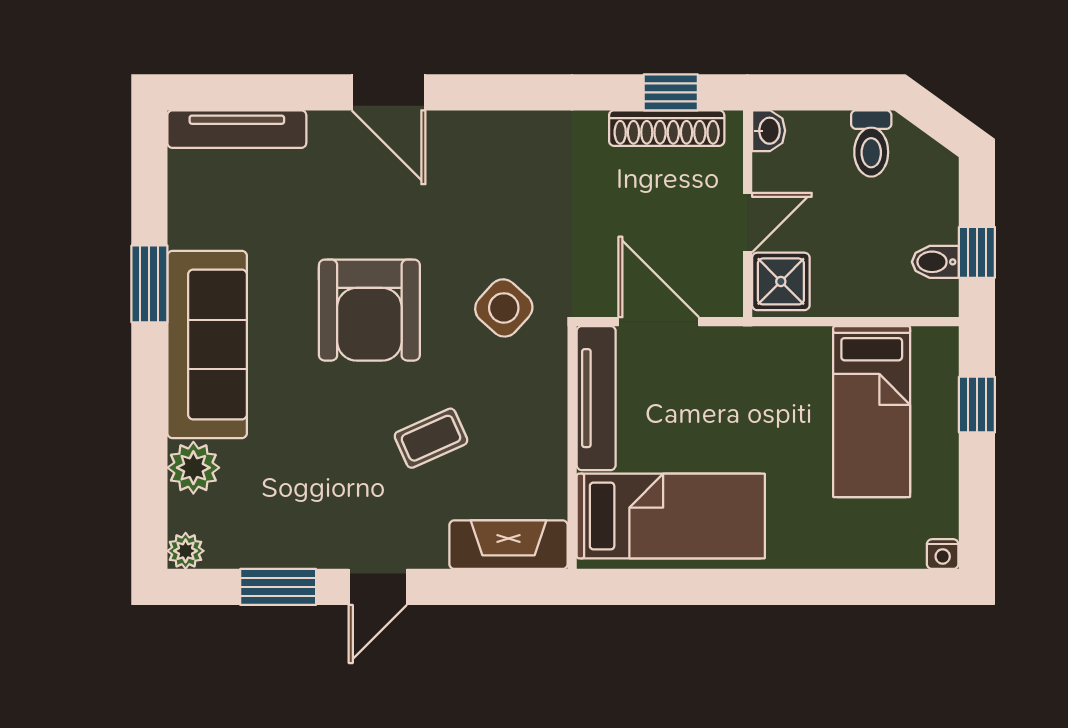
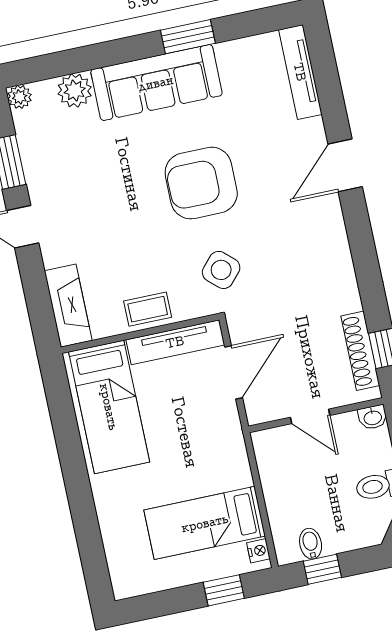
shower: (781, 281) -> (277, 446), removed
coffee table: (431, 438) -> (148, 309), moved, turned -66
nightstand: (943, 554) -> (258, 551), moved, turned 180

